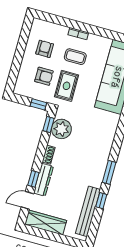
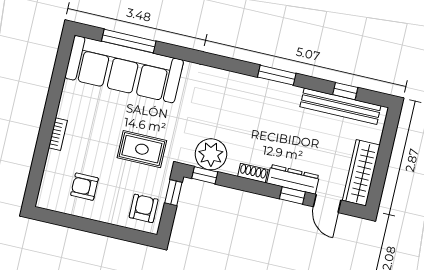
coffee table: (75, 57) -> (95, 137), removed
armchair: (44, 76) -> (144, 208), moved
window: (101, 201) -> (345, 91), moved

